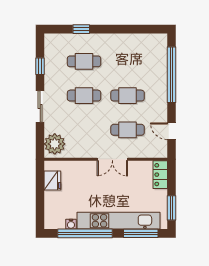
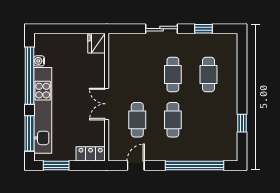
window: (81, 29) -> (242, 123), moved
plant: (55, 144) -> (123, 44), removed
fridge: (52, 181) -> (97, 43), moved, turned 90

